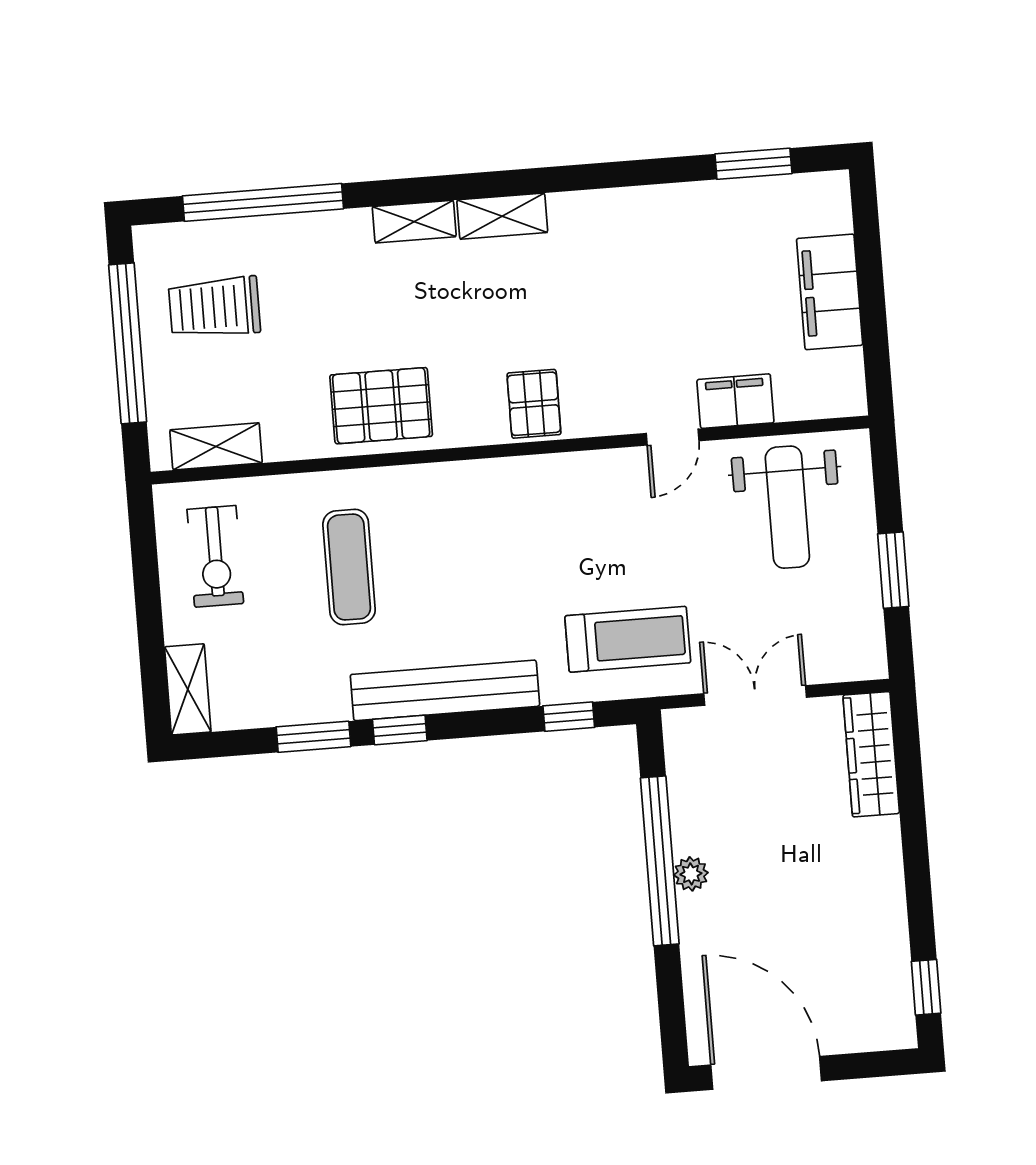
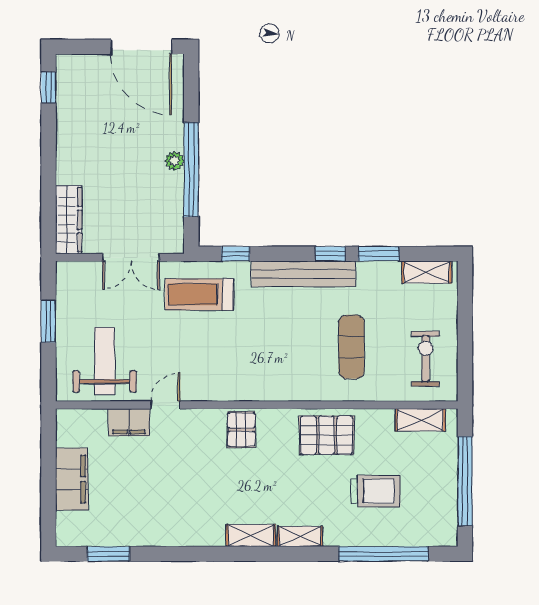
trolley: (214, 307) -> (375, 491), moved
shelving: (188, 689) -> (427, 272), moved, turned 90

